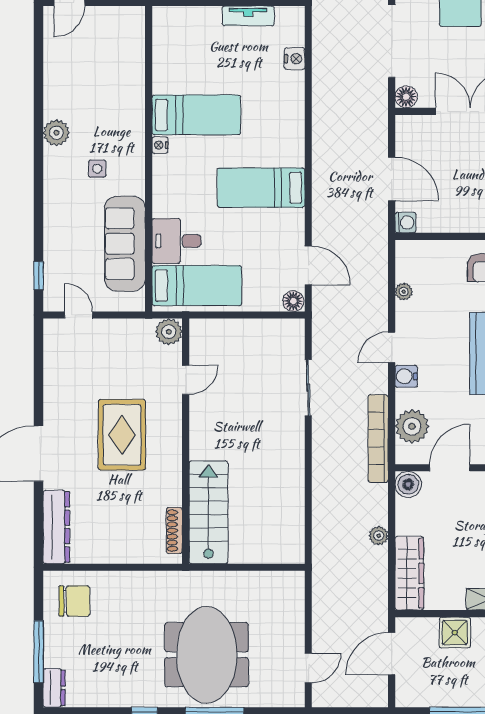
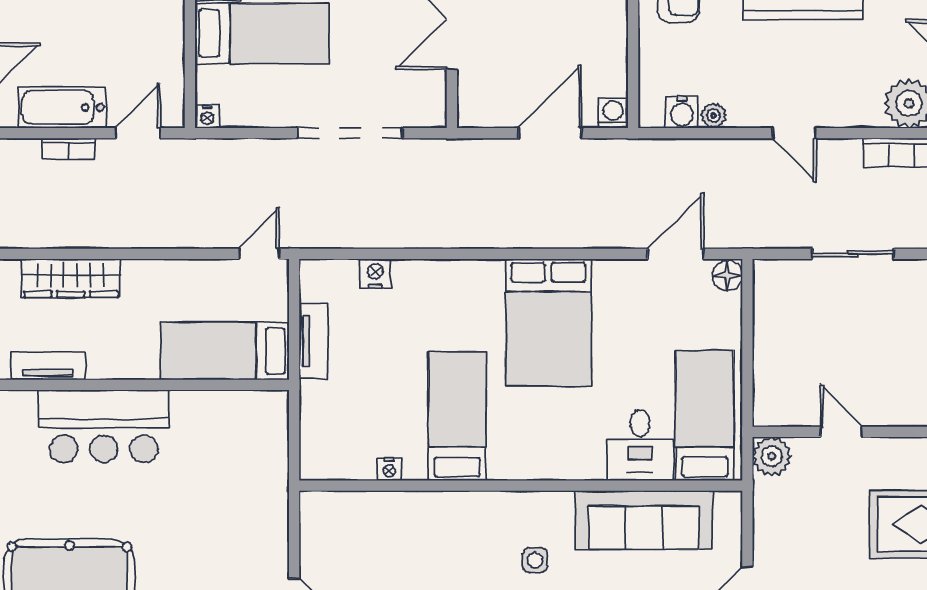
floor lamp: (406, 97) -> (431, 112), removed
nightstand: (160, 145) -> (389, 469), moved
bed: (261, 188) -> (548, 322), width x1.50
water cooler: (406, 376) -> (682, 112), moved

